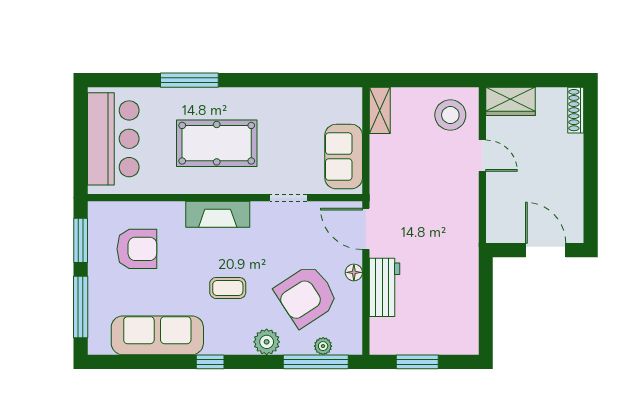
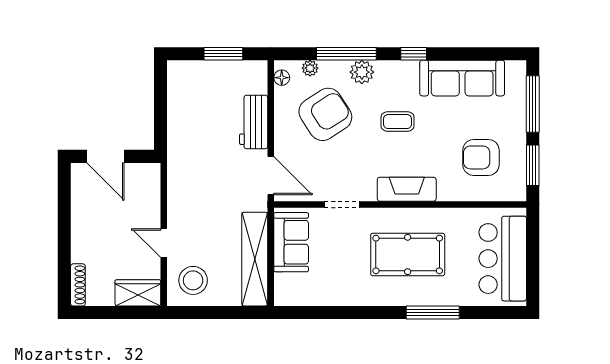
shelving: (380, 110) -> (255, 259), width x2.20, depth x1.33
floor lamp: (354, 272) -> (282, 78), moved
window: (316, 362) -> (346, 54), moved

